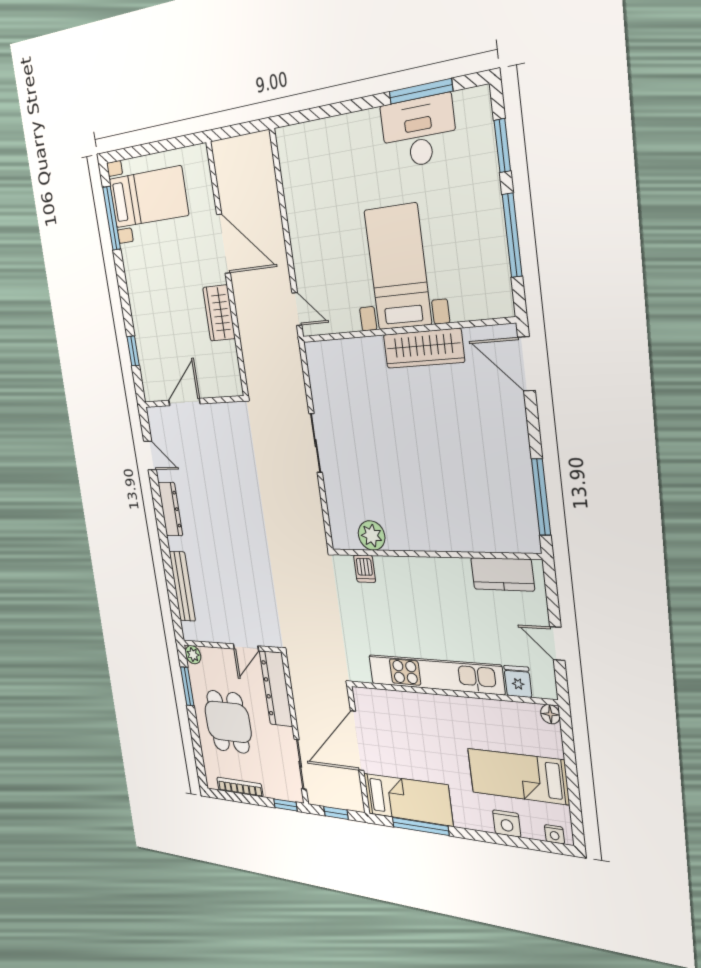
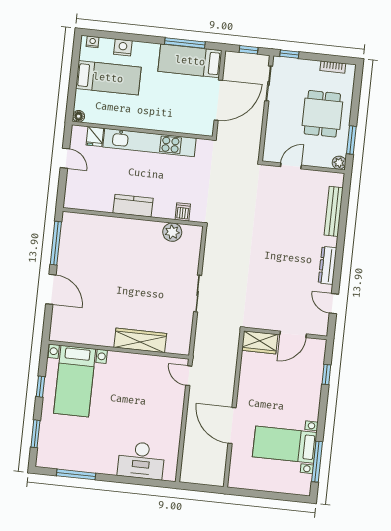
desk: (419, 132) -> (141, 460), moved
bed with nightstands: (148, 197) -> (285, 445), moved
window: (512, 235) -> (40, 387), width x0.46
bed with nightstands: (398, 267) -> (75, 381), moved
wardrobe: (219, 313) -> (260, 342), moved, turned 90
wardrobe: (424, 348) -> (140, 340), moved
door: (526, 364) -> (51, 289), moved
kitchen counter: (502, 574) -> (133, 206), moved
dresser: (276, 689) -> (274, 136), removed
bookcase: (240, 787) -> (333, 67), width x0.64

